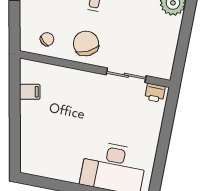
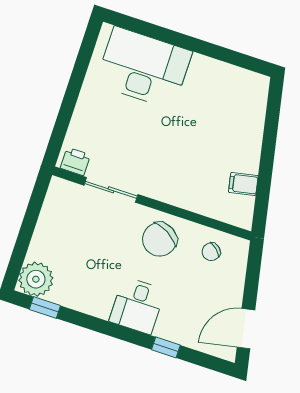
chair: (86, 43) -> (160, 239), turned 56

